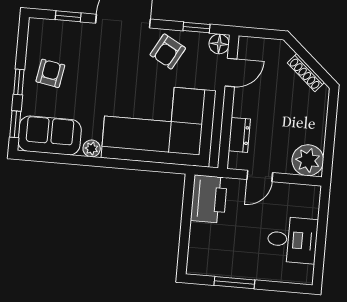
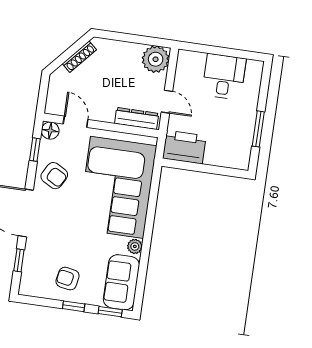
dresser: (239, 135) -> (137, 118), width x1.44

